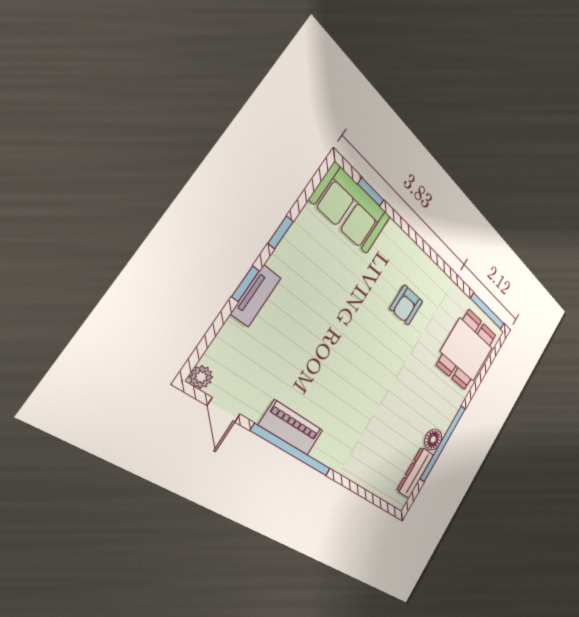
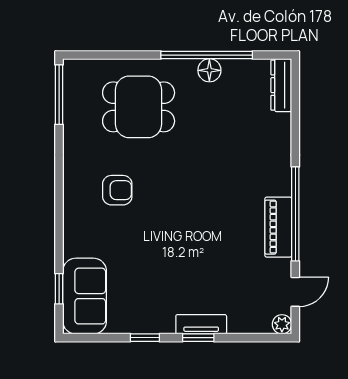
dining table: (467, 350) -> (139, 107), moved
dresser: (415, 473) -> (281, 85), moved, turned 90

